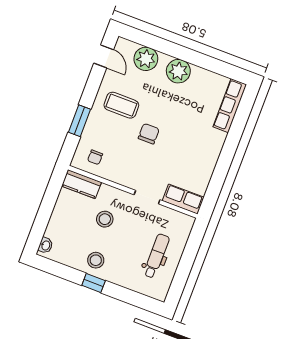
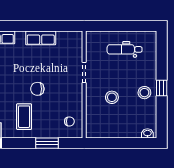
kitchen counter: (82, 184) -> (93, 124), removed
row of seats: (183, 199) -> (41, 38), moved, turned -90

